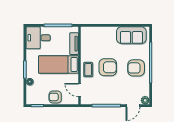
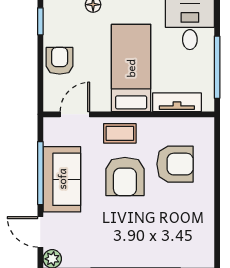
sofa: (131, 35) -> (62, 179), moved, turned 180
armchair: (136, 68) -> (175, 164), moved, turned 90

